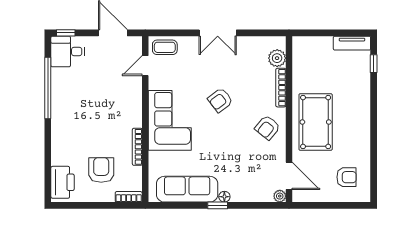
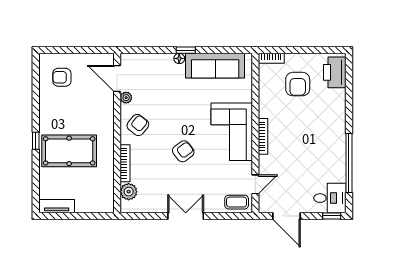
window: (374, 64) -> (36, 141), moved
pool table: (316, 122) -> (69, 151), moved, turned 90
bookcase: (137, 147) -> (263, 136), moved
plant: (280, 196) -> (126, 98), moved

